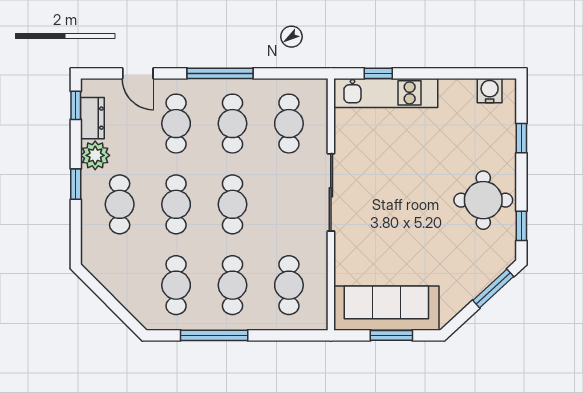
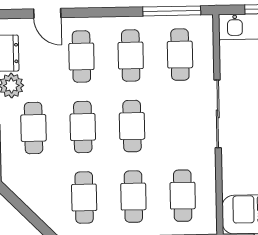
window: (220, 73) -> (172, 11), moved

